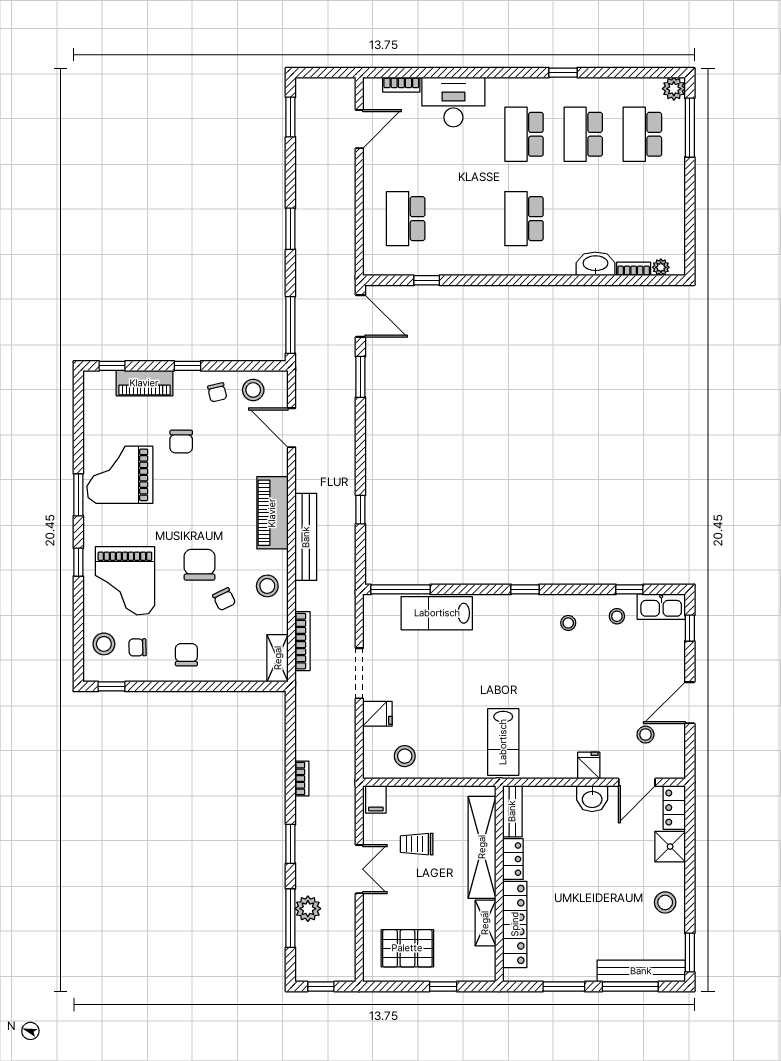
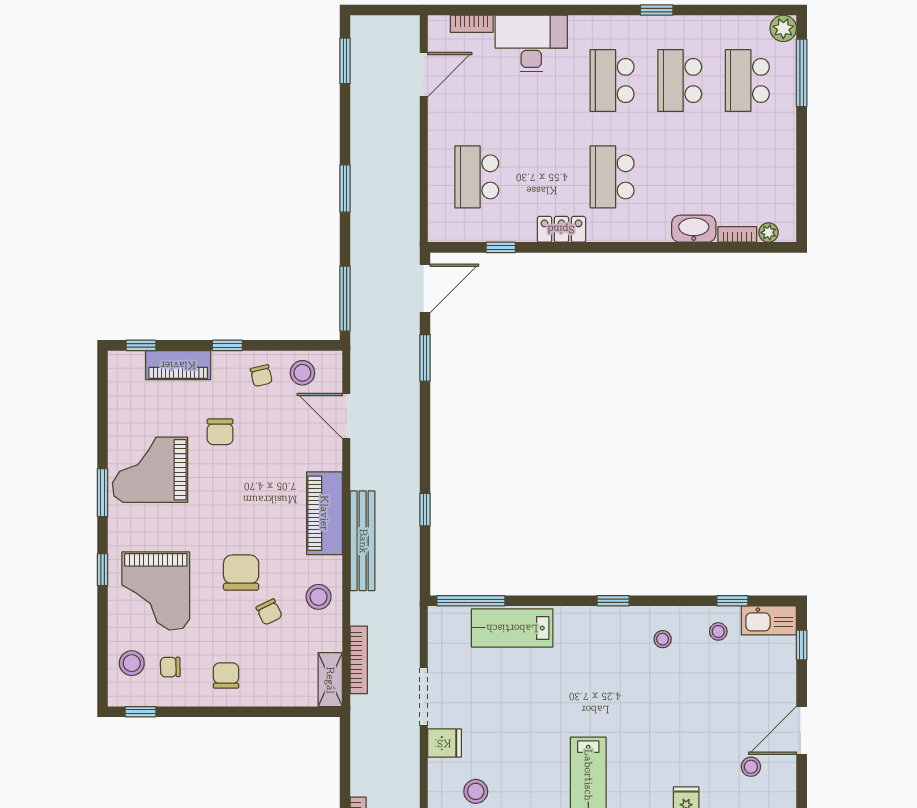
locker: (480, 264) -> (561, 229), added
door: (360, 316) -> (425, 288), hinge flipped

